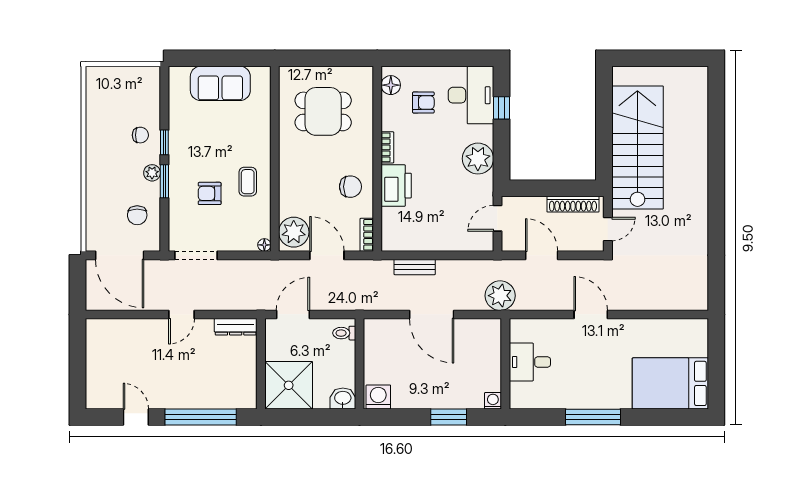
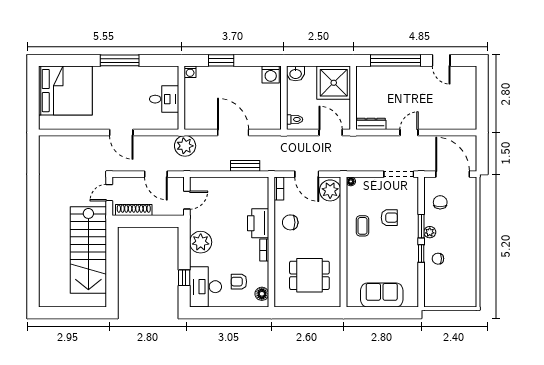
door: (293, 314) -> (331, 133), swing flipped
bed: (670, 383) -> (65, 91), width x1.36

